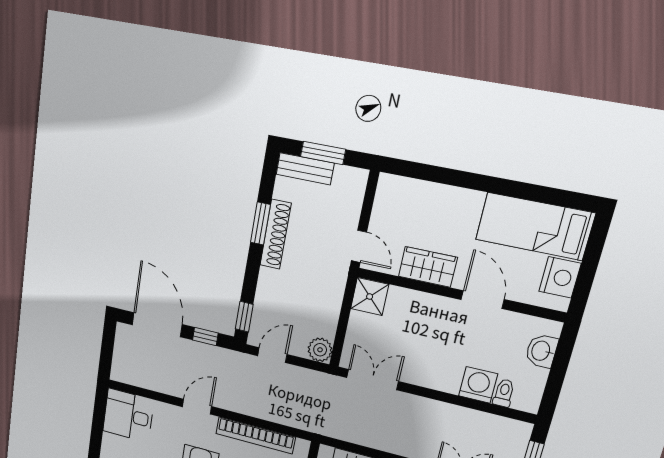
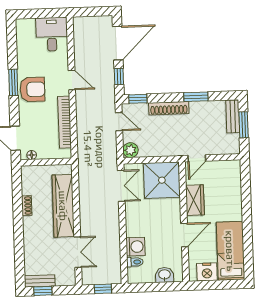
shoe rack: (276, 234) -> (169, 108), moved
shower: (370, 296) -> (162, 180), width x1.86, depth x1.86

